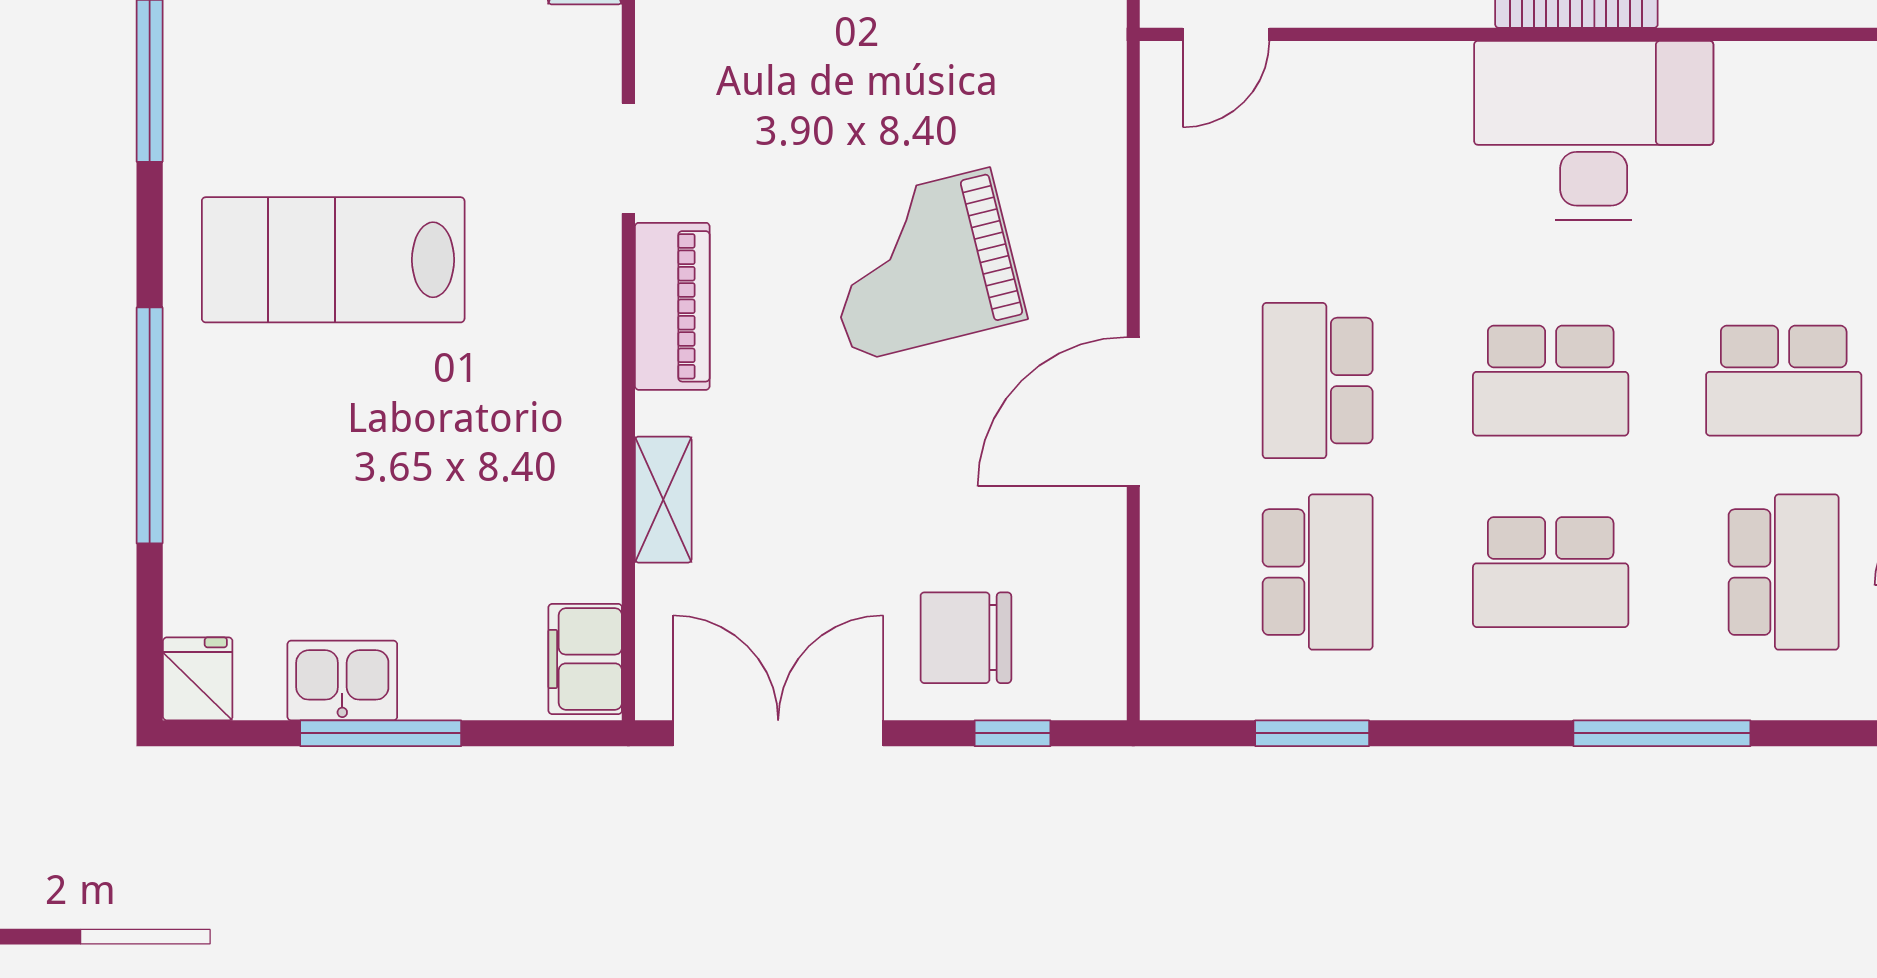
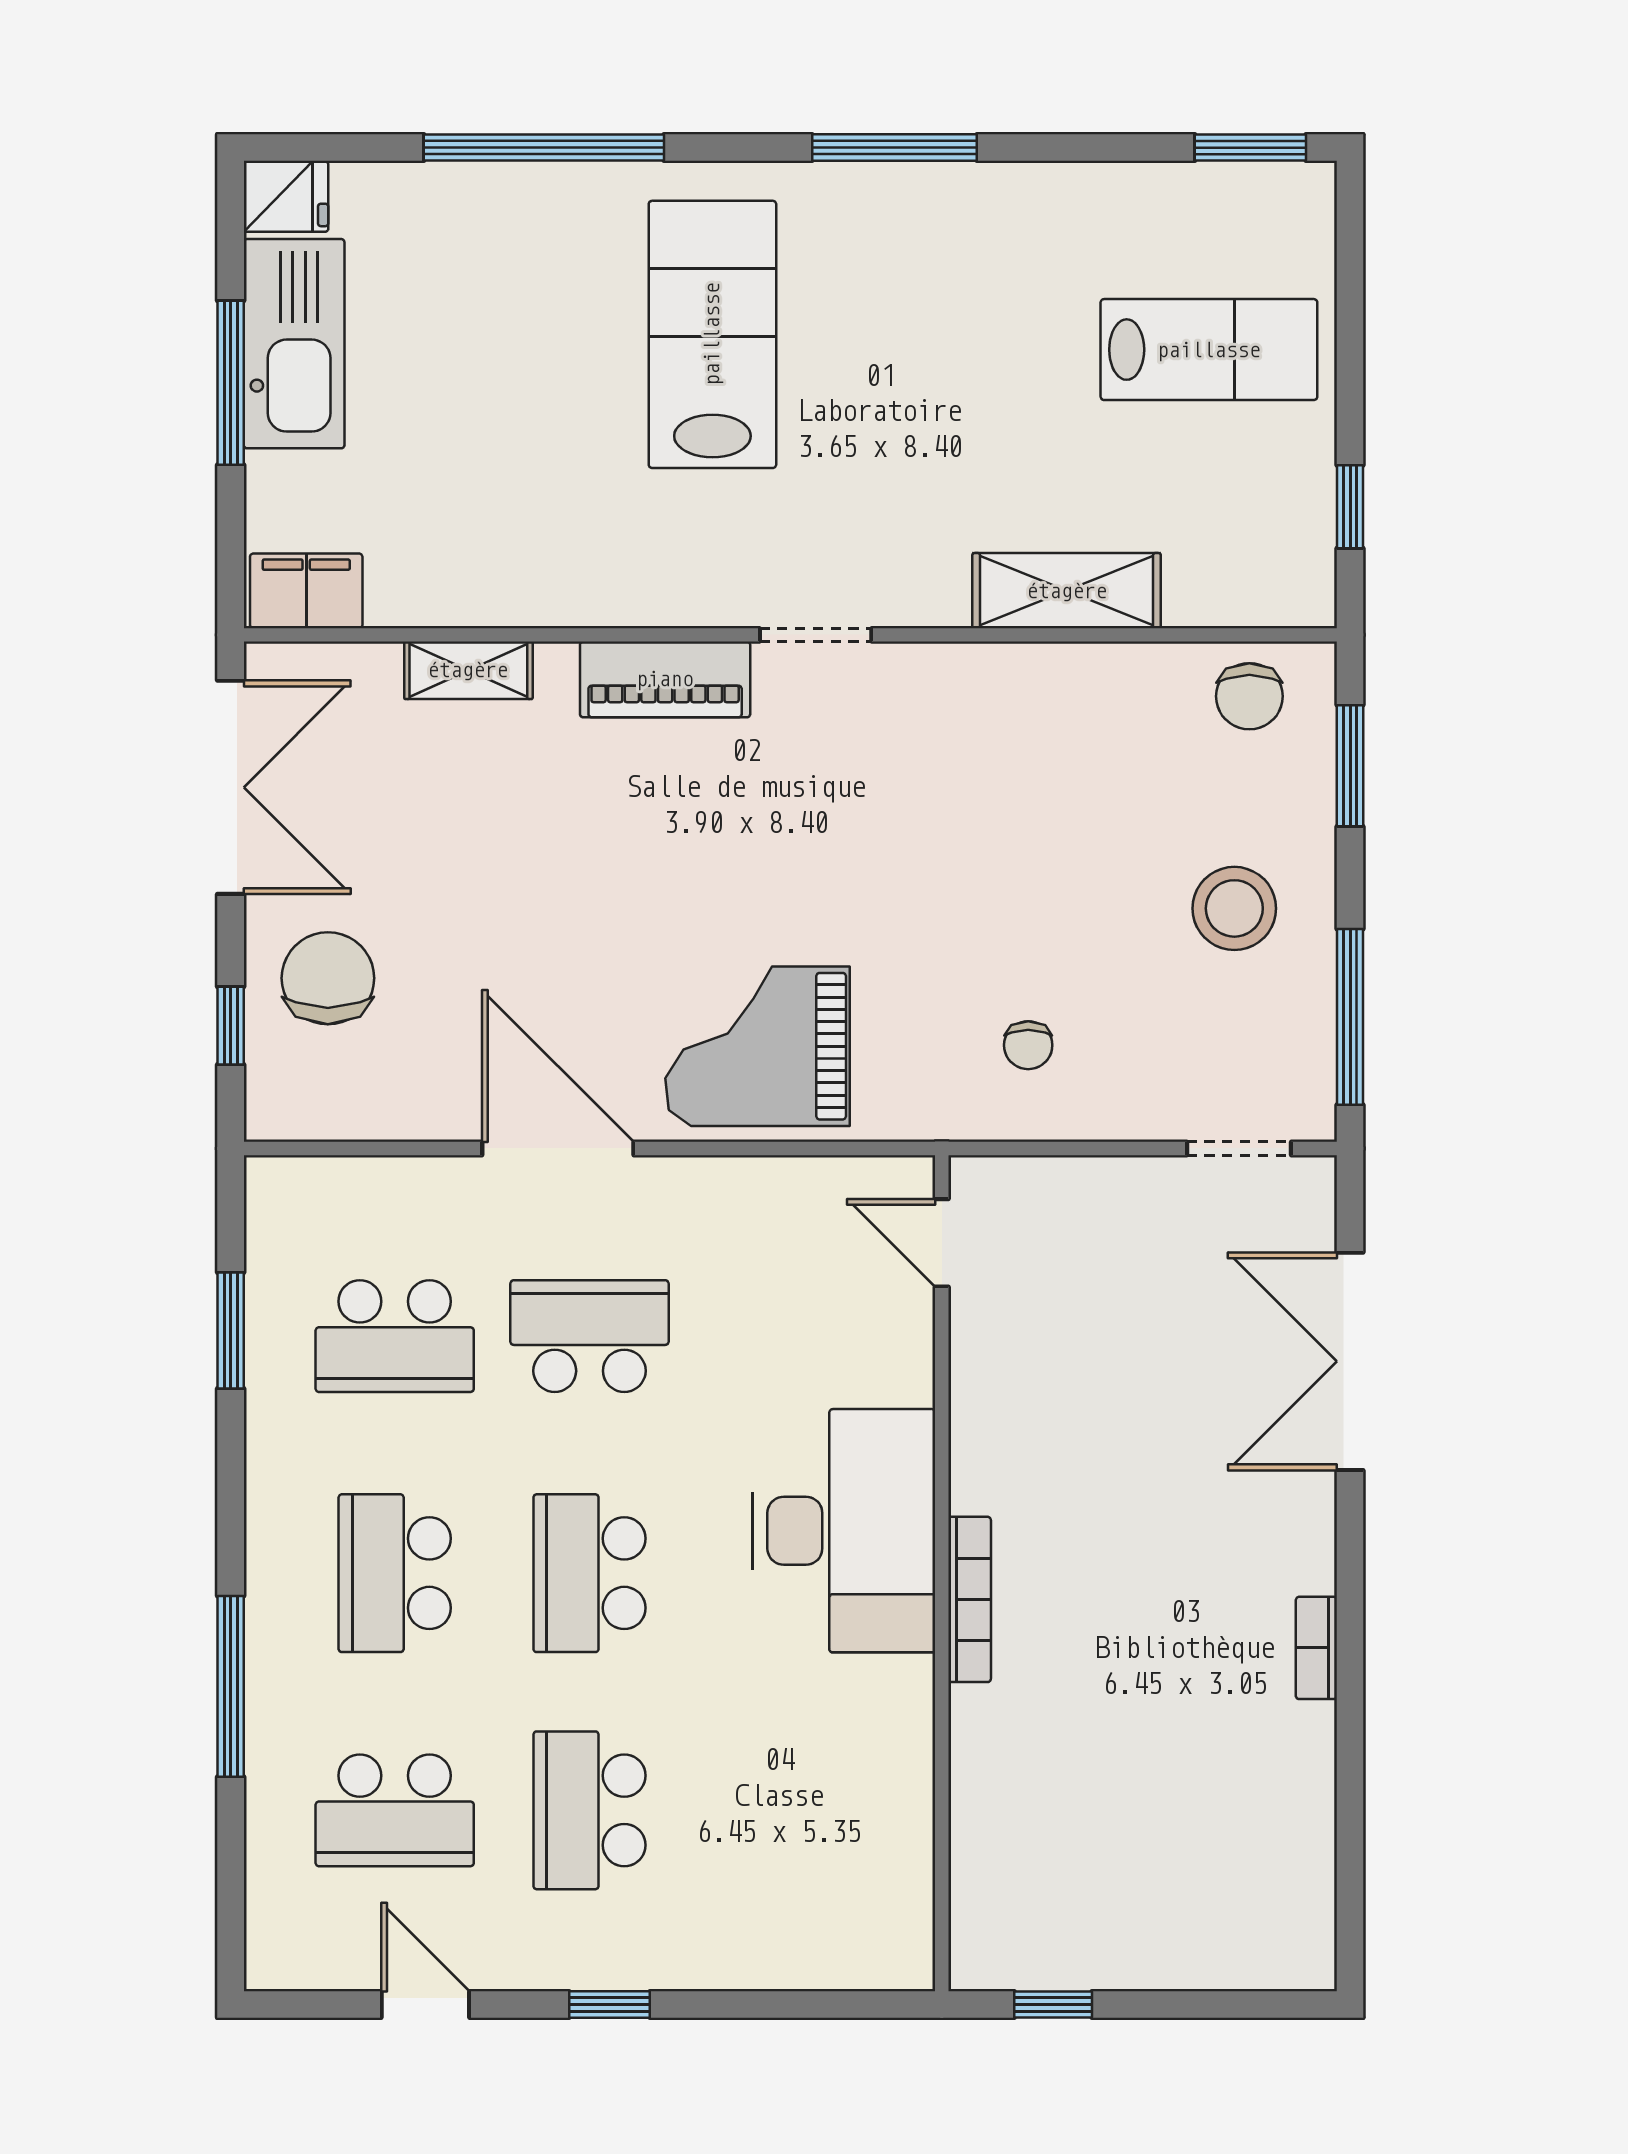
desk: (1594, 130) -> (844, 1531), moved
grand piano: (921, 265) -> (757, 1046), moved, turned -76
kitchen sink: (342, 681) -> (294, 344), width x1.87, depth x1.24

